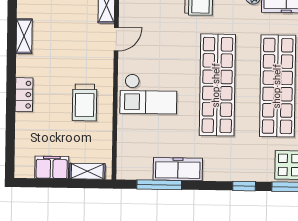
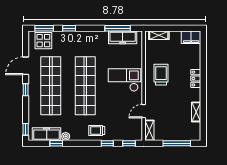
filing cabinet: (52, 167) -> (191, 37), moved
freezer: (178, 169) -> (123, 37), moved

